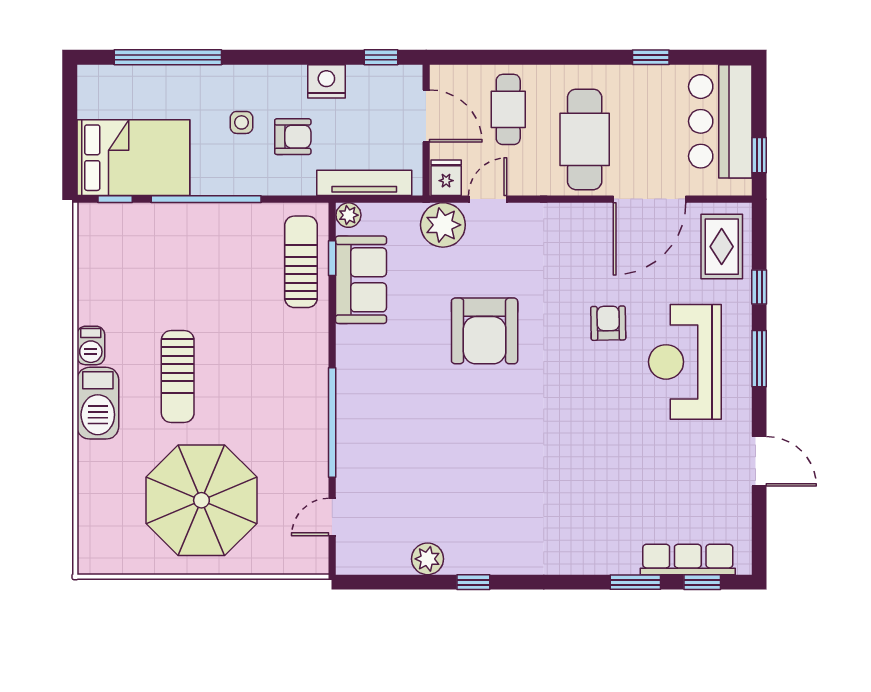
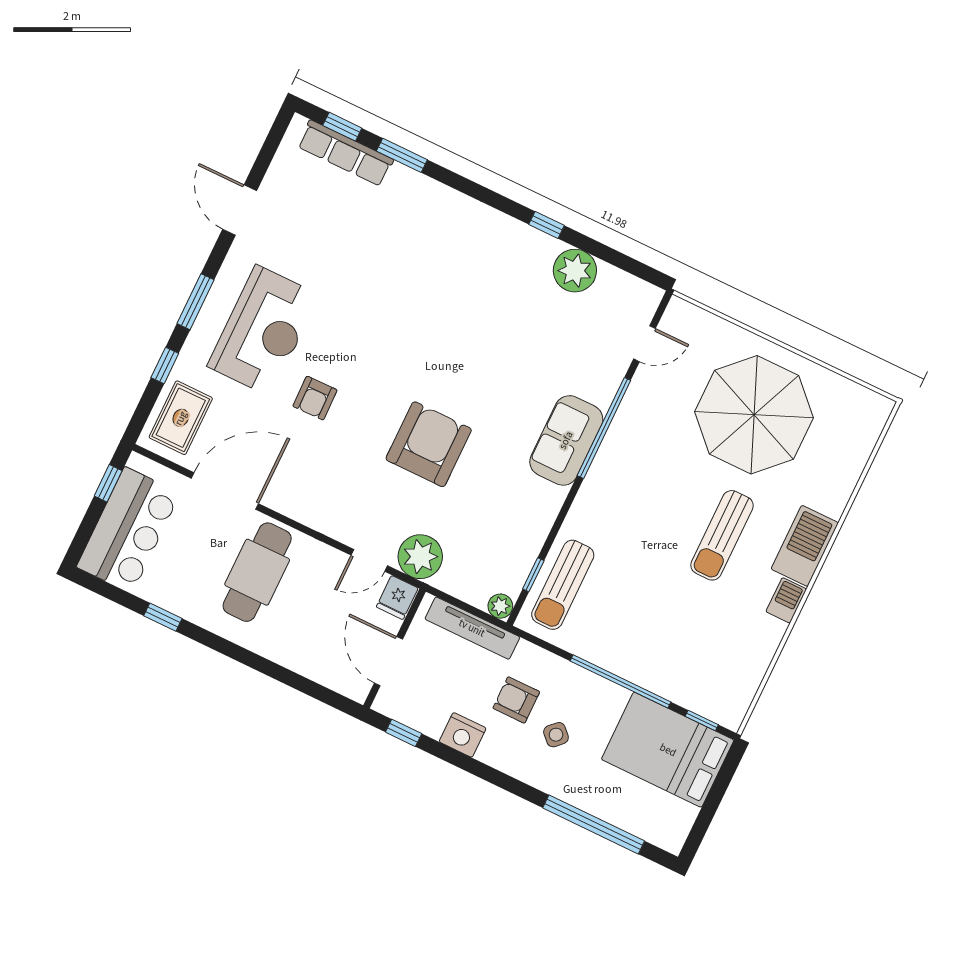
cafe table: (508, 109) -> (312, 632), removed
side table: (241, 122) -> (556, 735), turned 45
sofa: (361, 280) -> (566, 440), moved
sun lounger: (178, 377) -> (722, 535), turned 180
plant: (428, 559) -> (575, 271), width x1.36, depth x1.36

